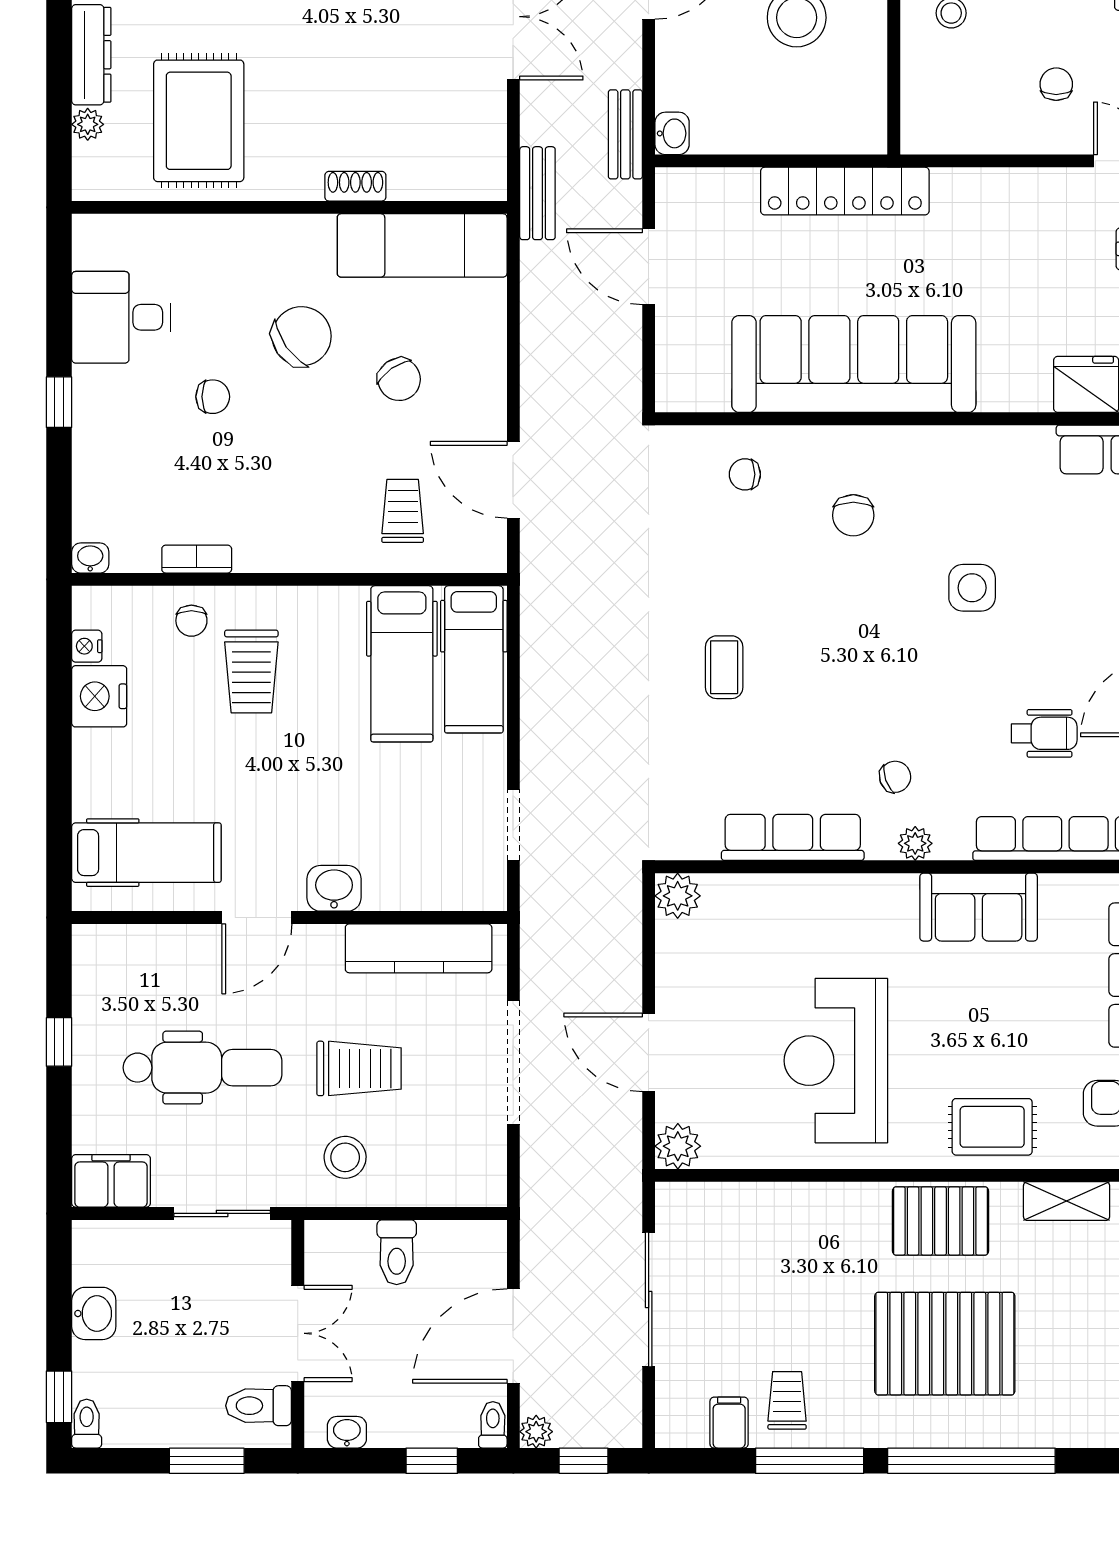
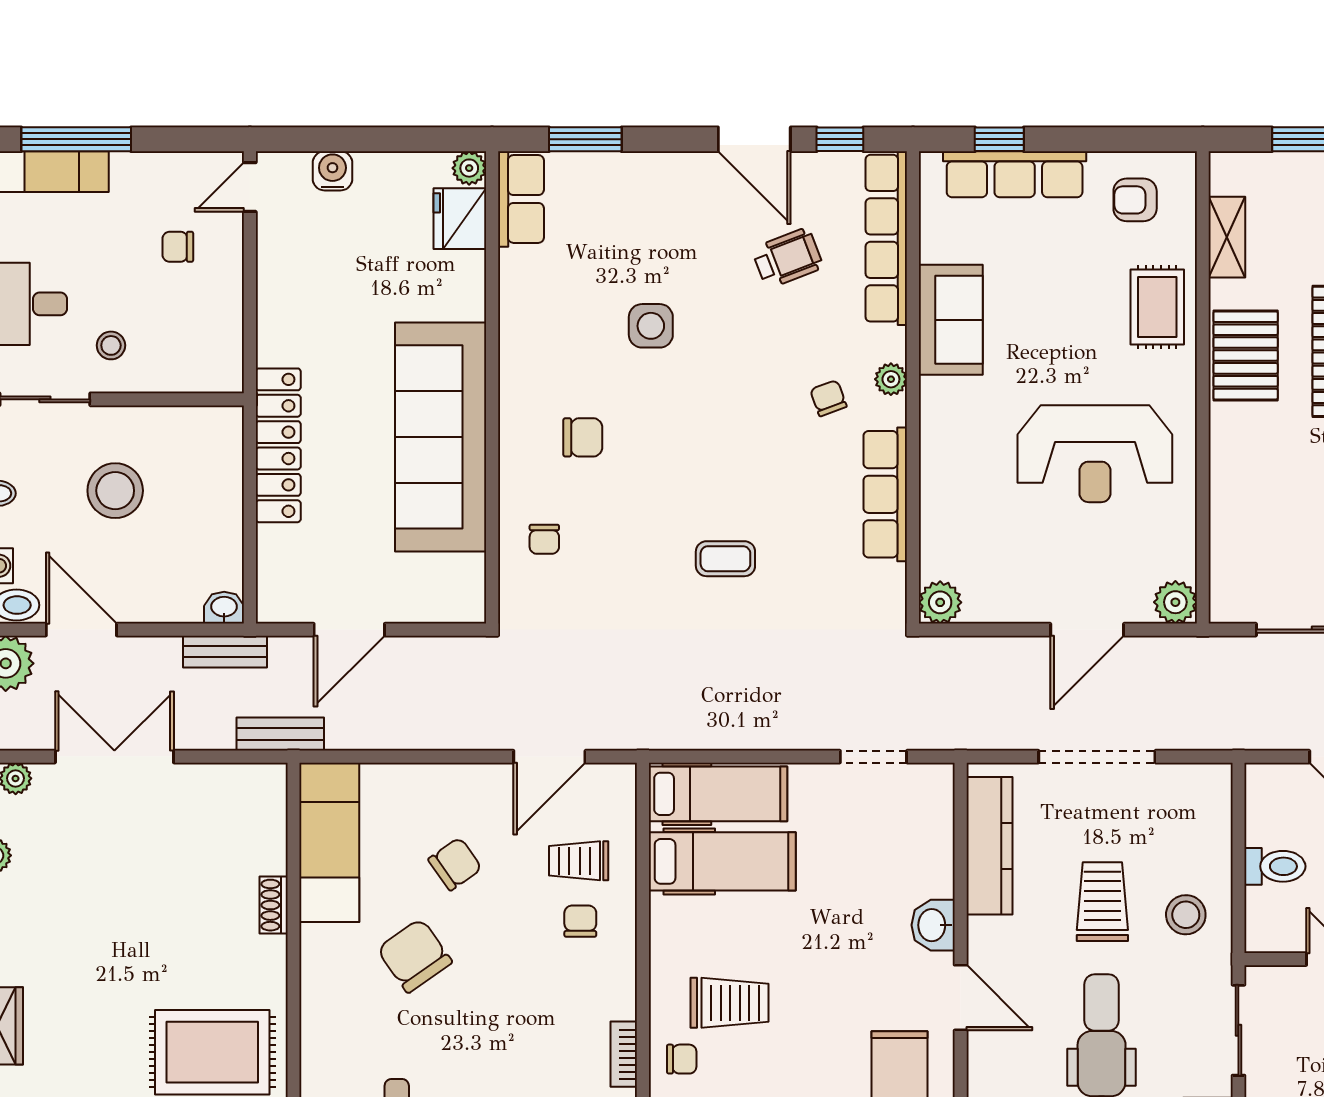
chair: (213, 397) -> (580, 921), moved
wheelchair: (1044, 733) -> (788, 258), turned 69

